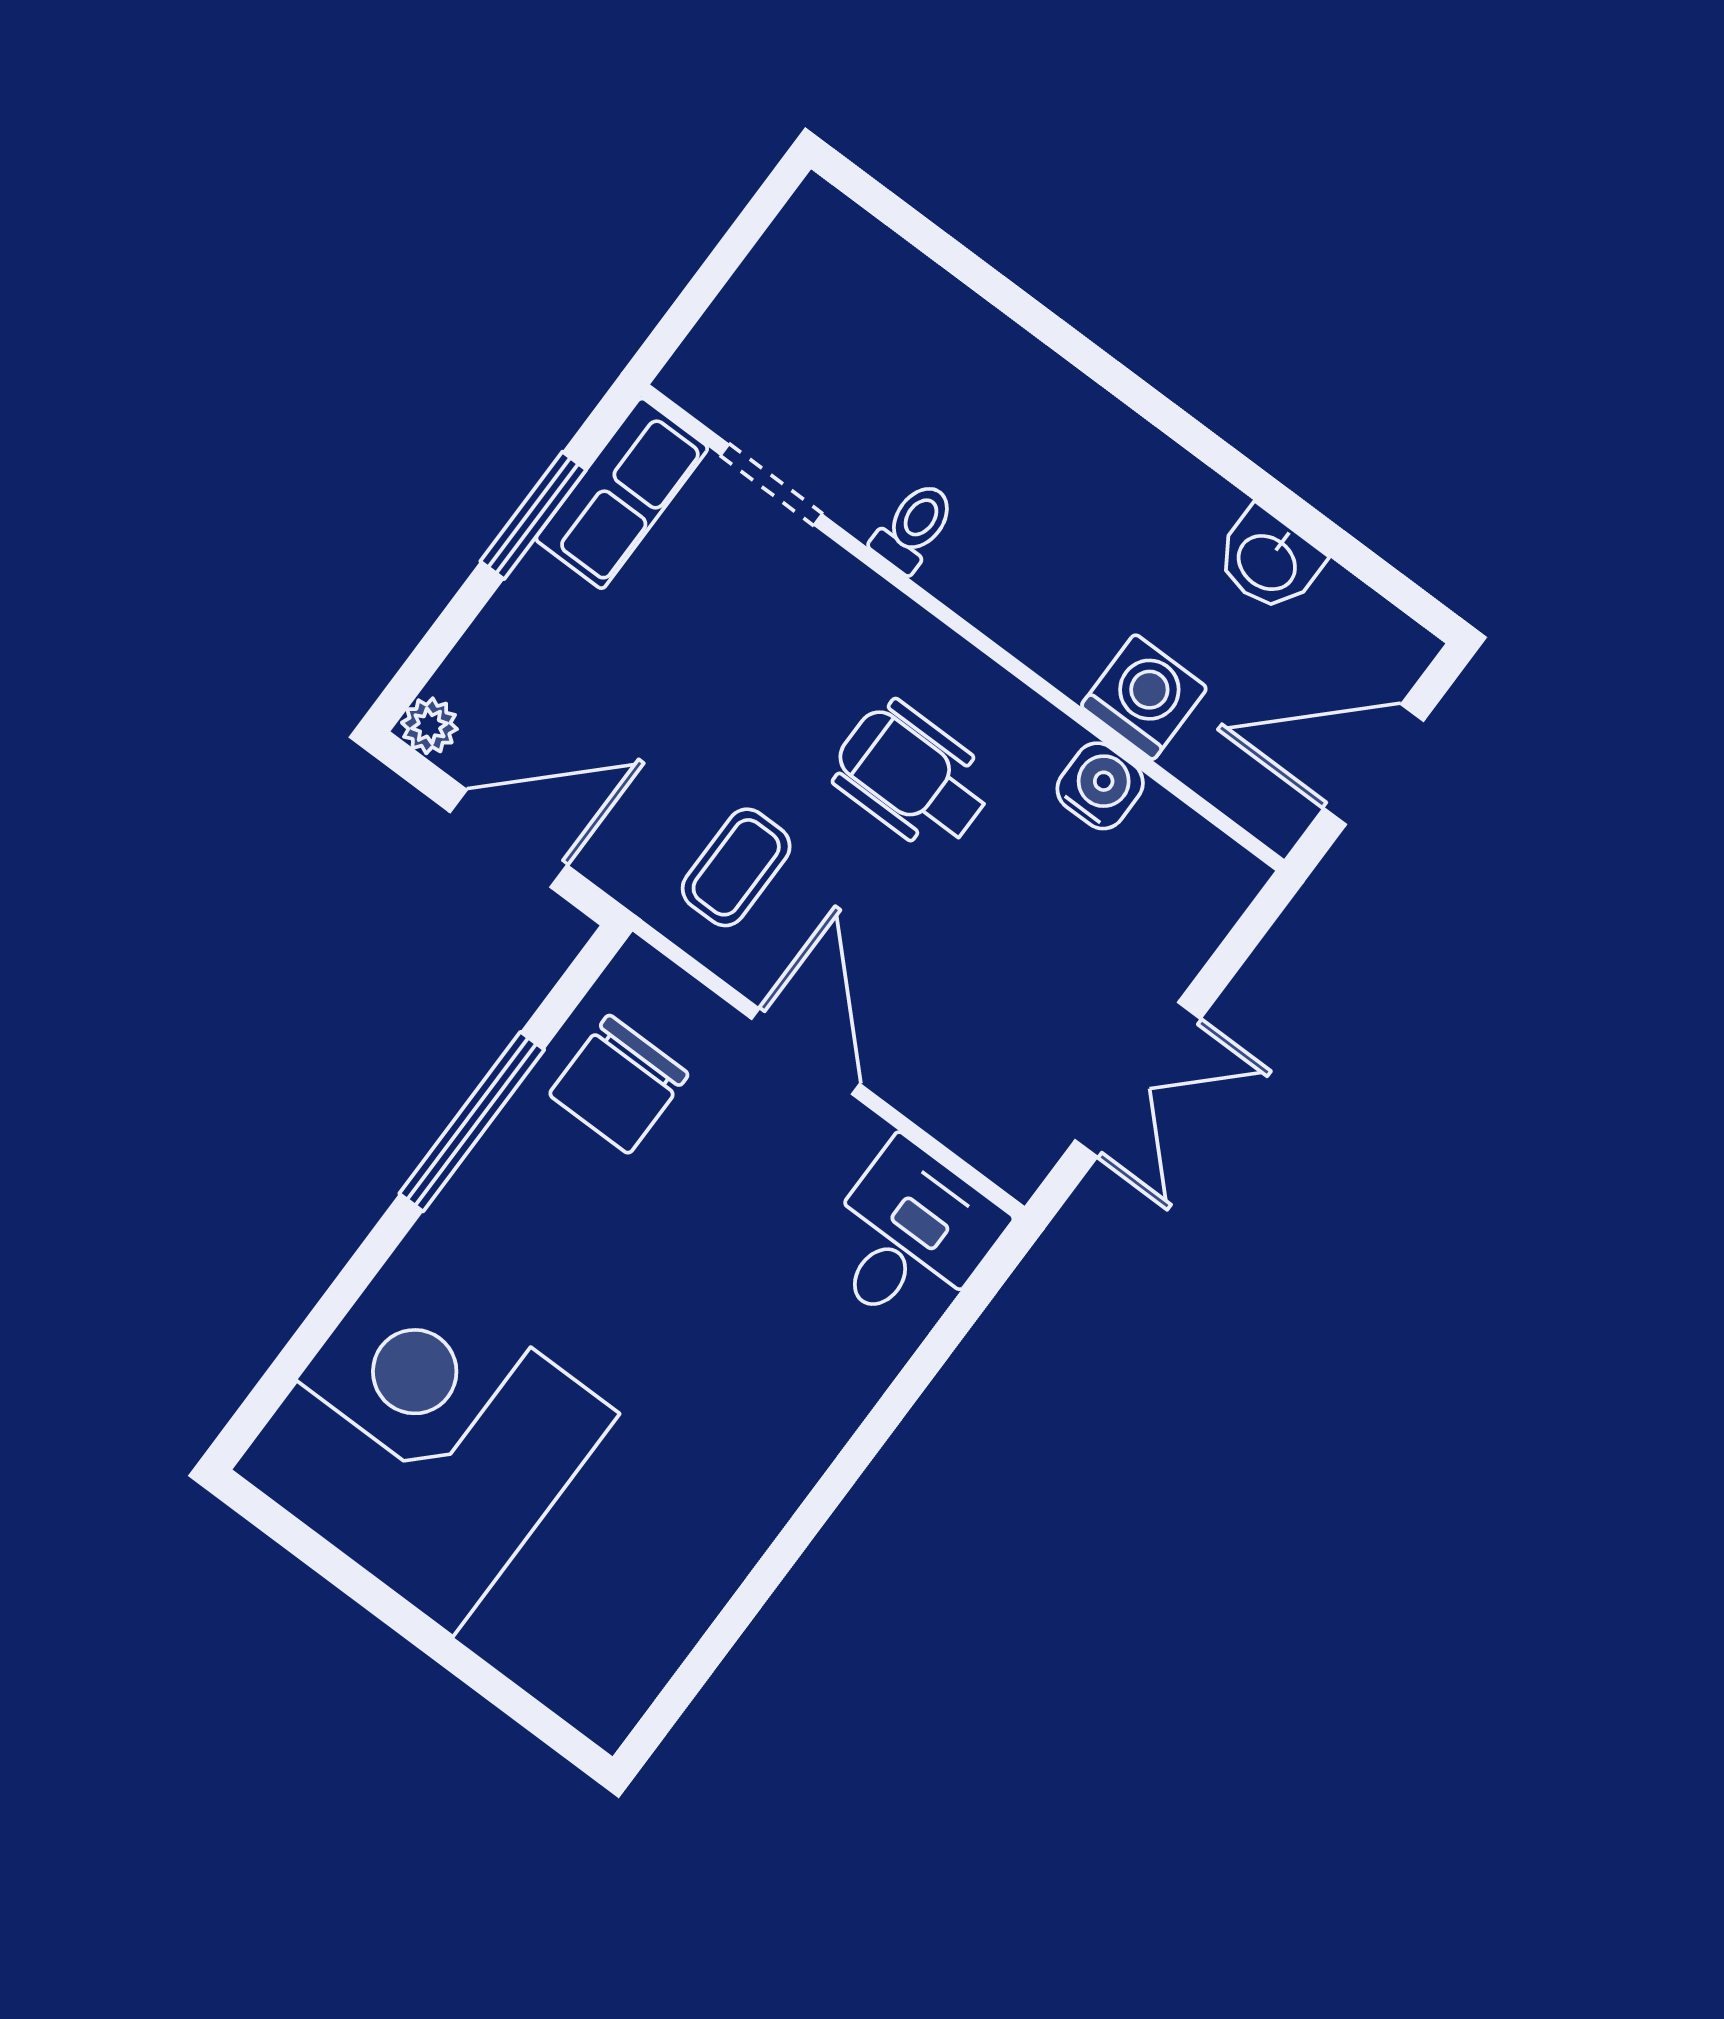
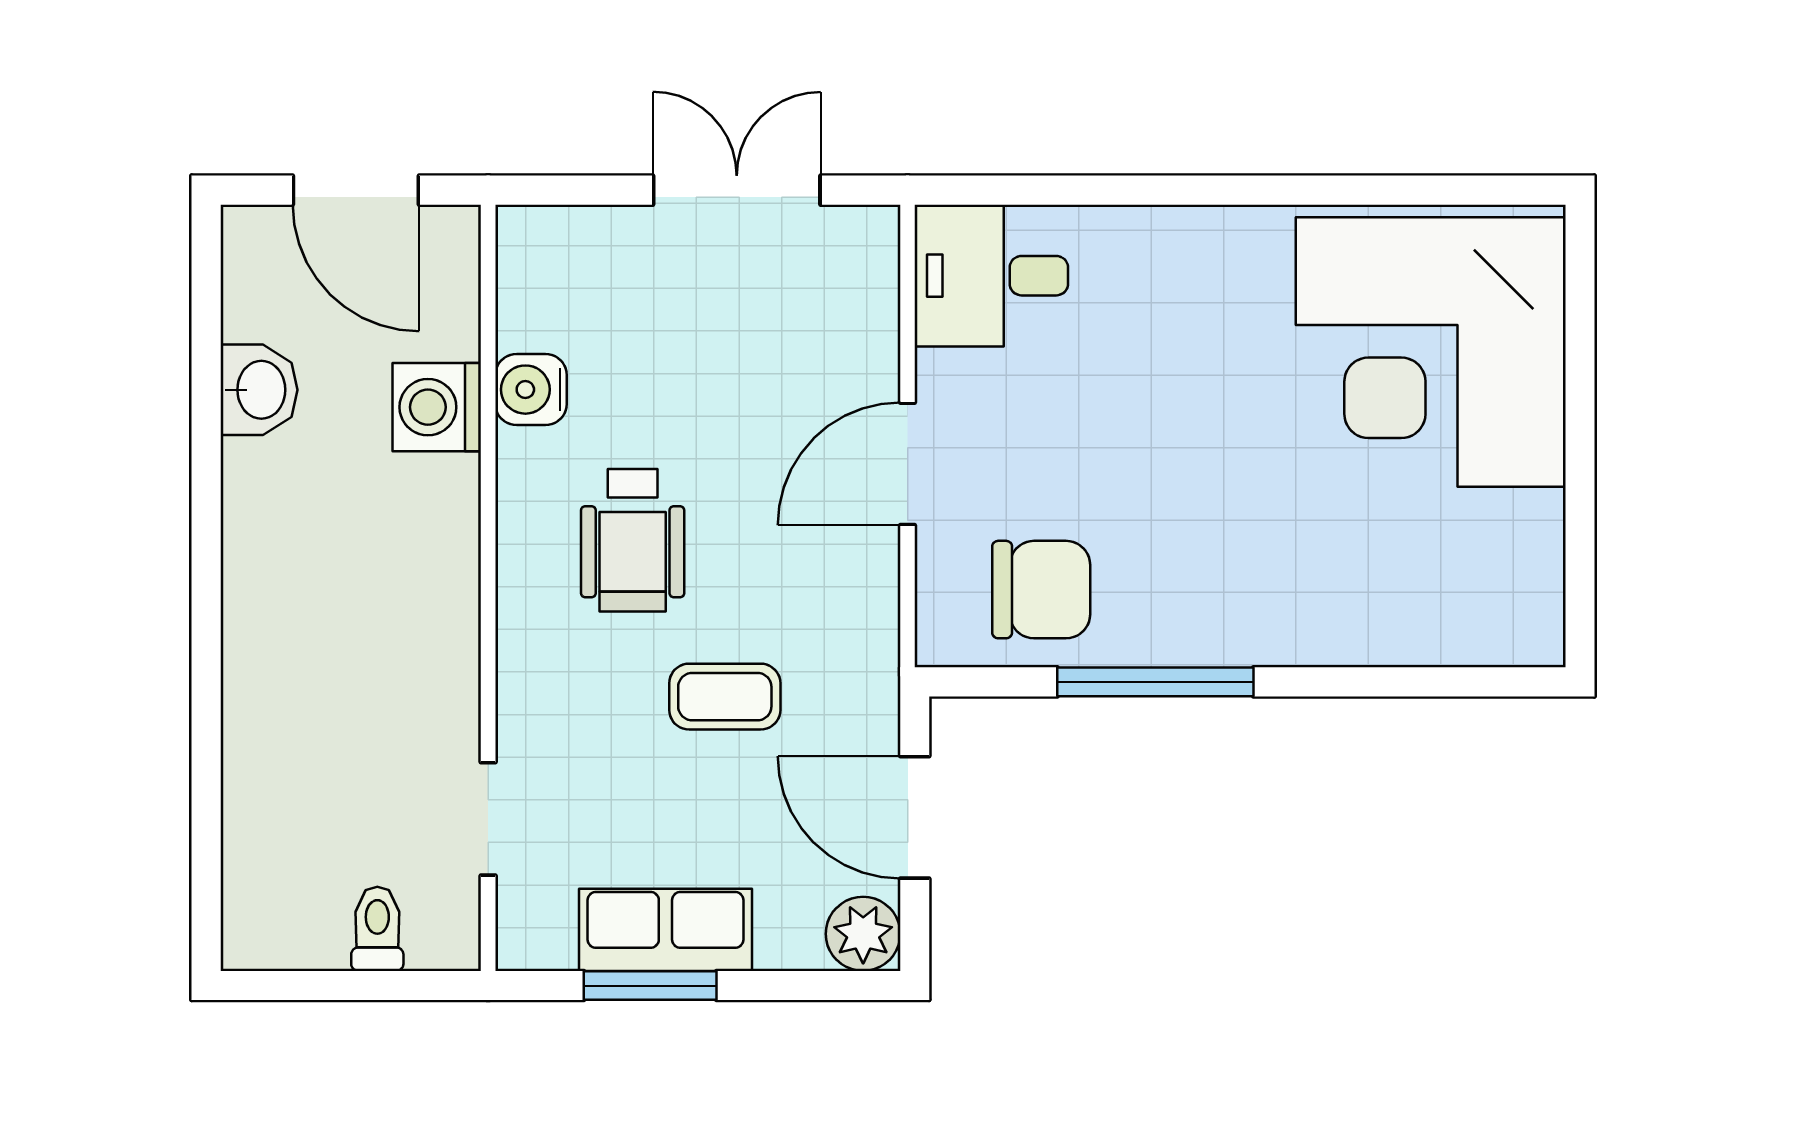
row of seats: (622, 493) -> (665, 930), moved
toilet: (914, 527) -> (377, 929), moved, turned 90
plant: (429, 726) -> (863, 934), width x1.38, depth x1.38
coffee table: (736, 867) -> (725, 697), moved
corner desk: (425, 1442) -> (1431, 352), moved

